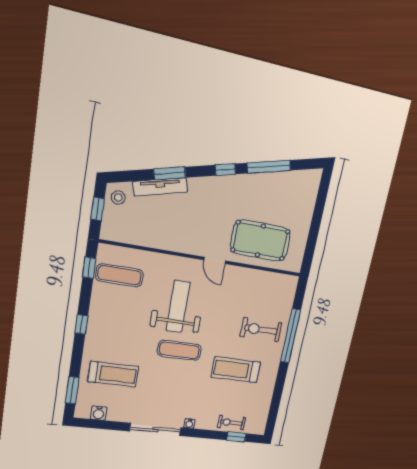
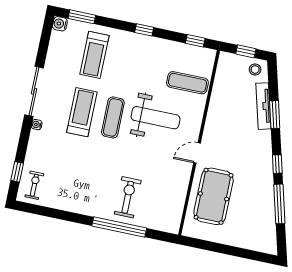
exercise mat: (120, 275) -> (187, 83), moved, turned 90
treadmill: (236, 370) -> (82, 112), moved
water cooler: (99, 413) -> (60, 24), moved
exercise bike: (231, 423) -> (34, 185), moved

